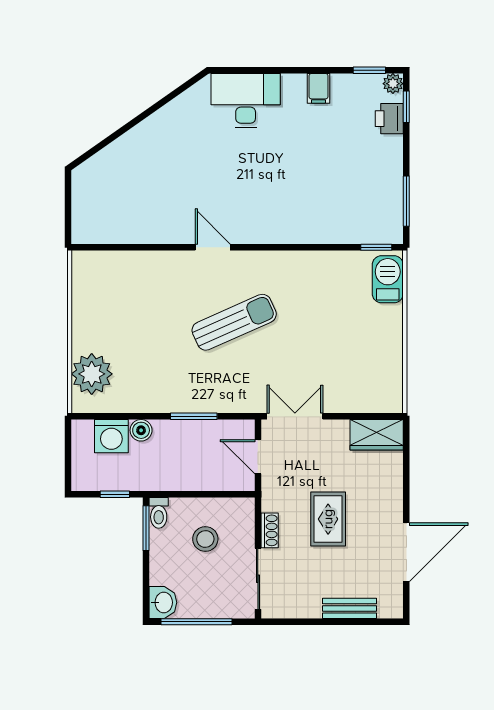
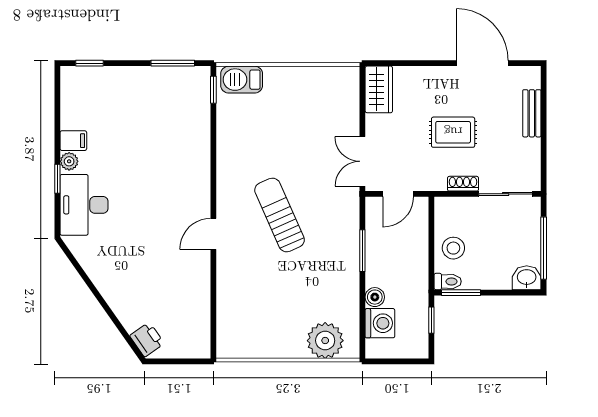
window: (369, 70) -> (57, 179), moved
plant: (393, 84) -> (69, 161), moved
printer: (389, 119) -> (147, 340), moved, turned -125
stool: (205, 539) -> (453, 248), moved

